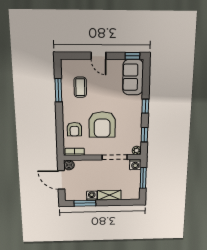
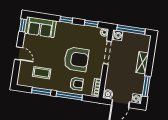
door: (99, 56) -> (19, 53), hinge flipped
window: (59, 123) -> (69, 96), added
window: (143, 178) -> (131, 30), width x1.44
washing machine: (92, 196) -> (137, 99), moved

